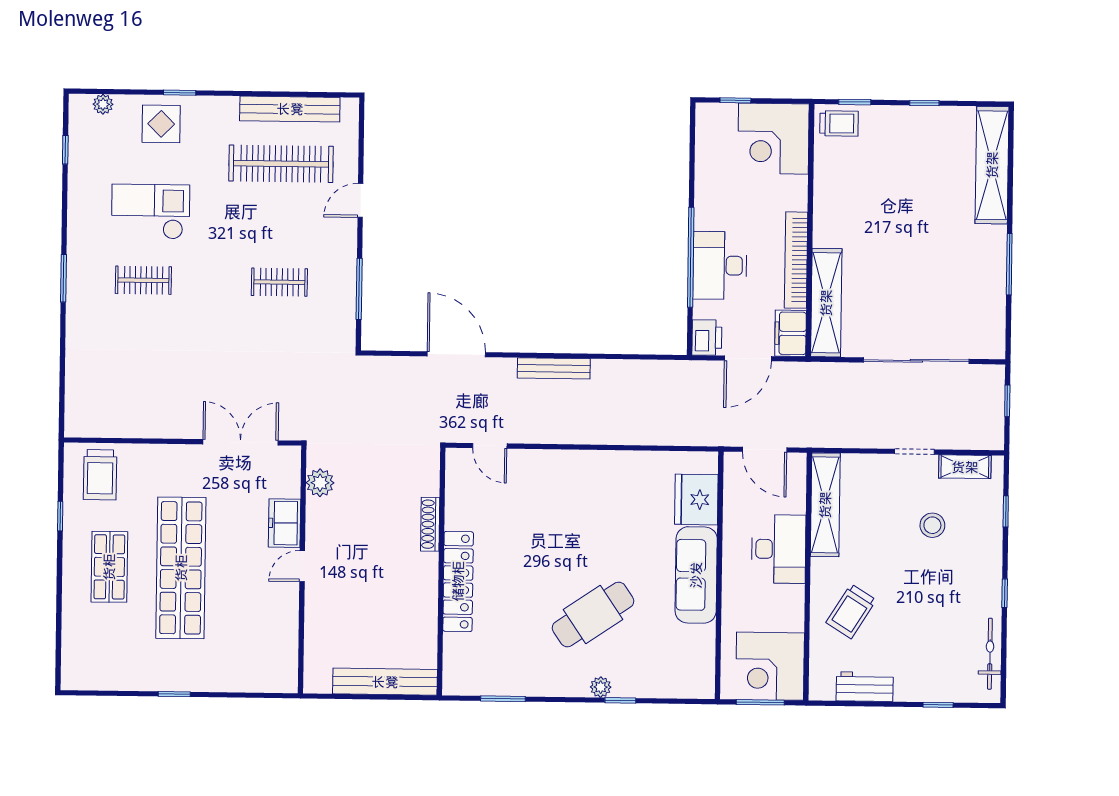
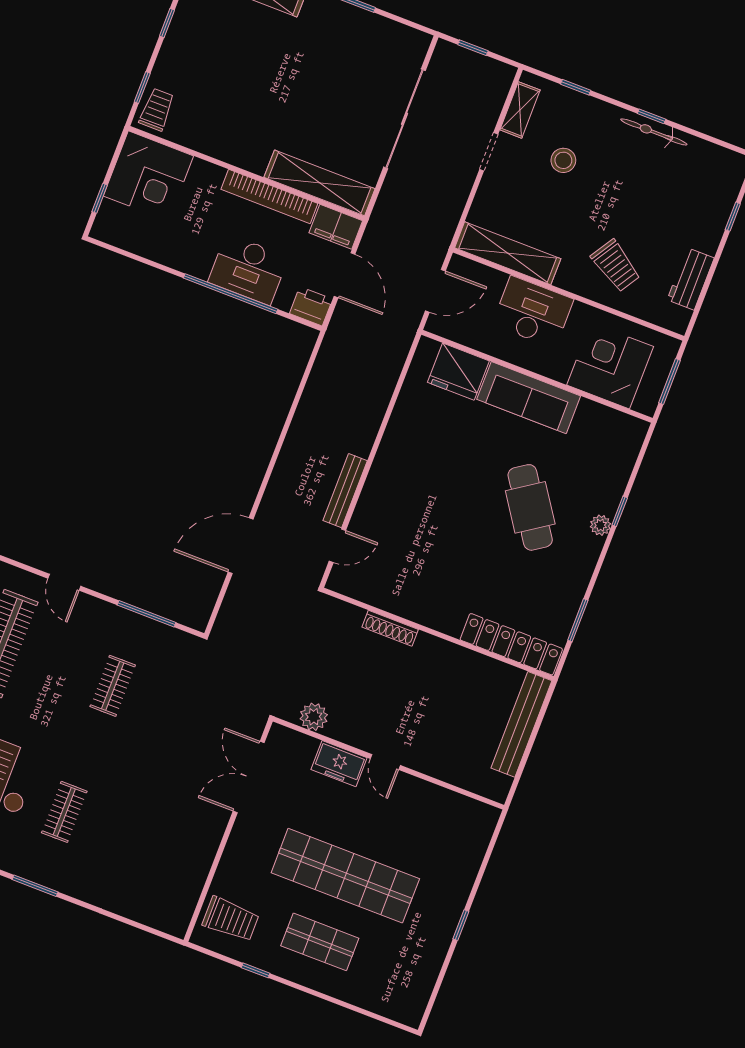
bench: (554, 368) -> (345, 491), moved
locker: (458, 581) -> (511, 644), moved
bicycle: (990, 654) -> (654, 132), moved
corner desk: (770, 666) -> (610, 366), moved, turned 180

